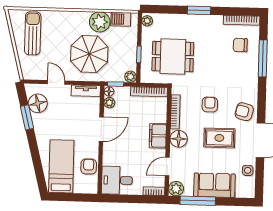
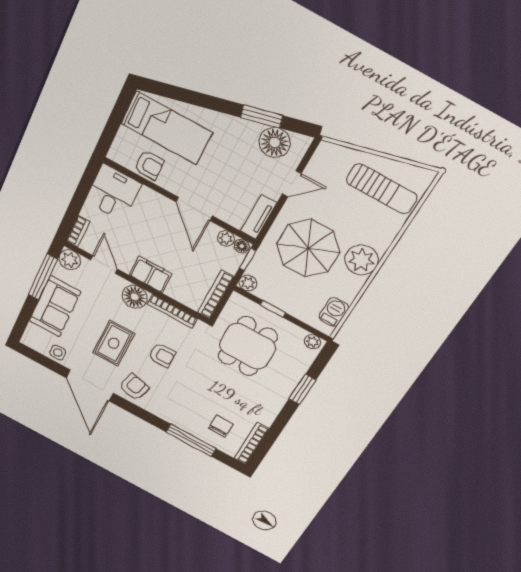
window: (199, 10) -> (302, 389), moved
plant: (100, 22) -> (362, 260), moved

